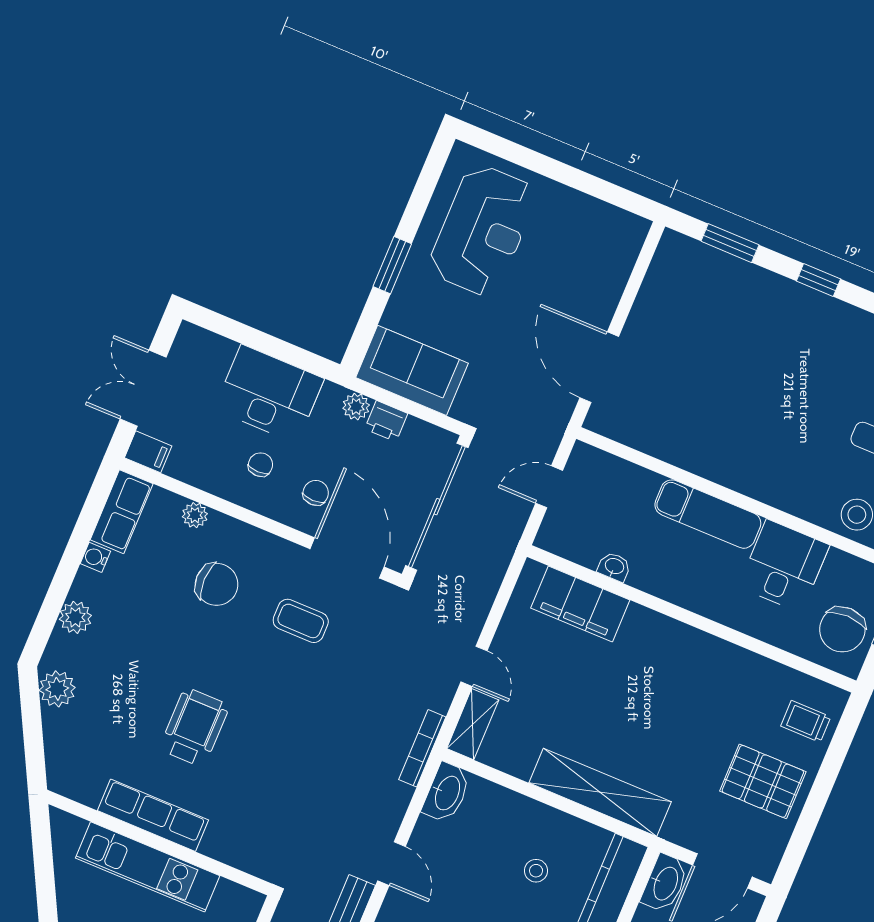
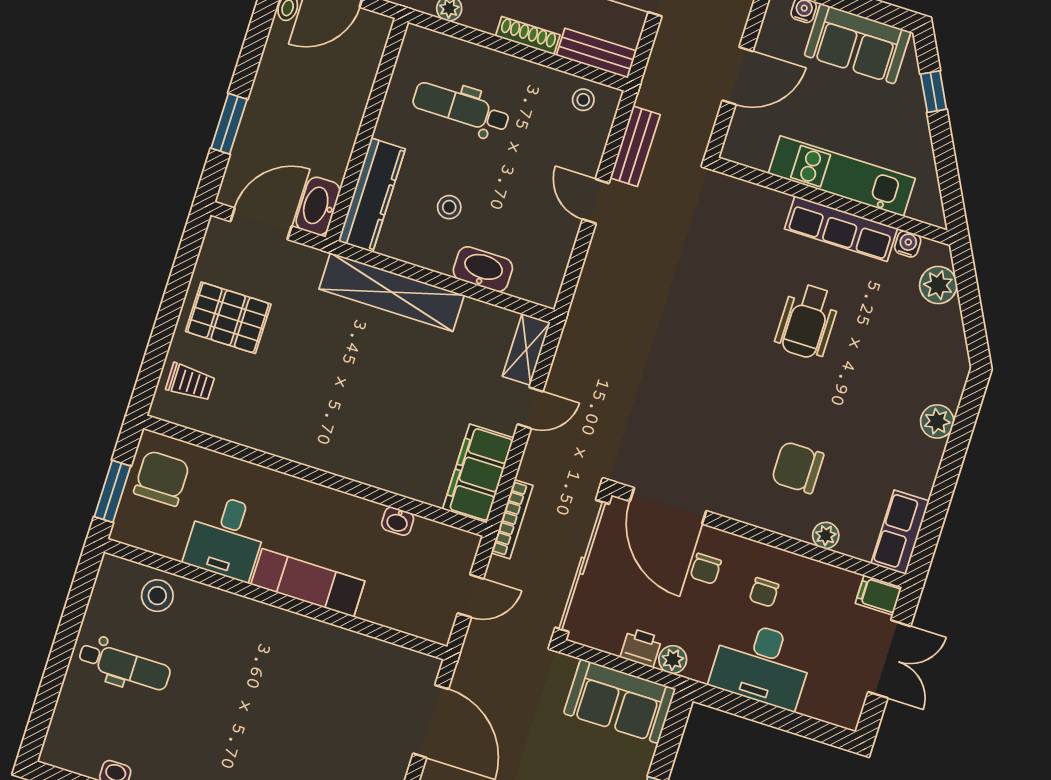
water cooler: (95, 557) -> (908, 244), moved, turned -90
filing cabinet: (580, 604) -> (478, 474), moved, turned -90
coffee table: (301, 621) -> (709, 438), removed
door: (474, 666) -> (530, 408), swing flipped
plant: (57, 689) -> (938, 285), moved
bookcase: (422, 748) -> (512, 519), moved
washbasin: (447, 793) -> (483, 269), moved, turned 90

